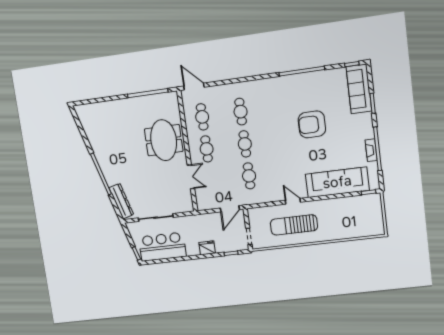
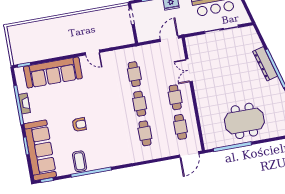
coffee table: (314, 84) -> (80, 161), added
door: (194, 87) -> (189, 154), hinge flipped
sofa: (359, 89) -> (40, 150), width x1.36, depth x1.27
armchair: (312, 124) -> (79, 125), width x0.53, depth x0.53
meeting table: (164, 140) -> (244, 121), moved, turned 90
dresser: (121, 201) -> (265, 64), moved
door: (230, 209) -> (169, 39), moved
sun lounger: (294, 225) -> (90, 30), removed

